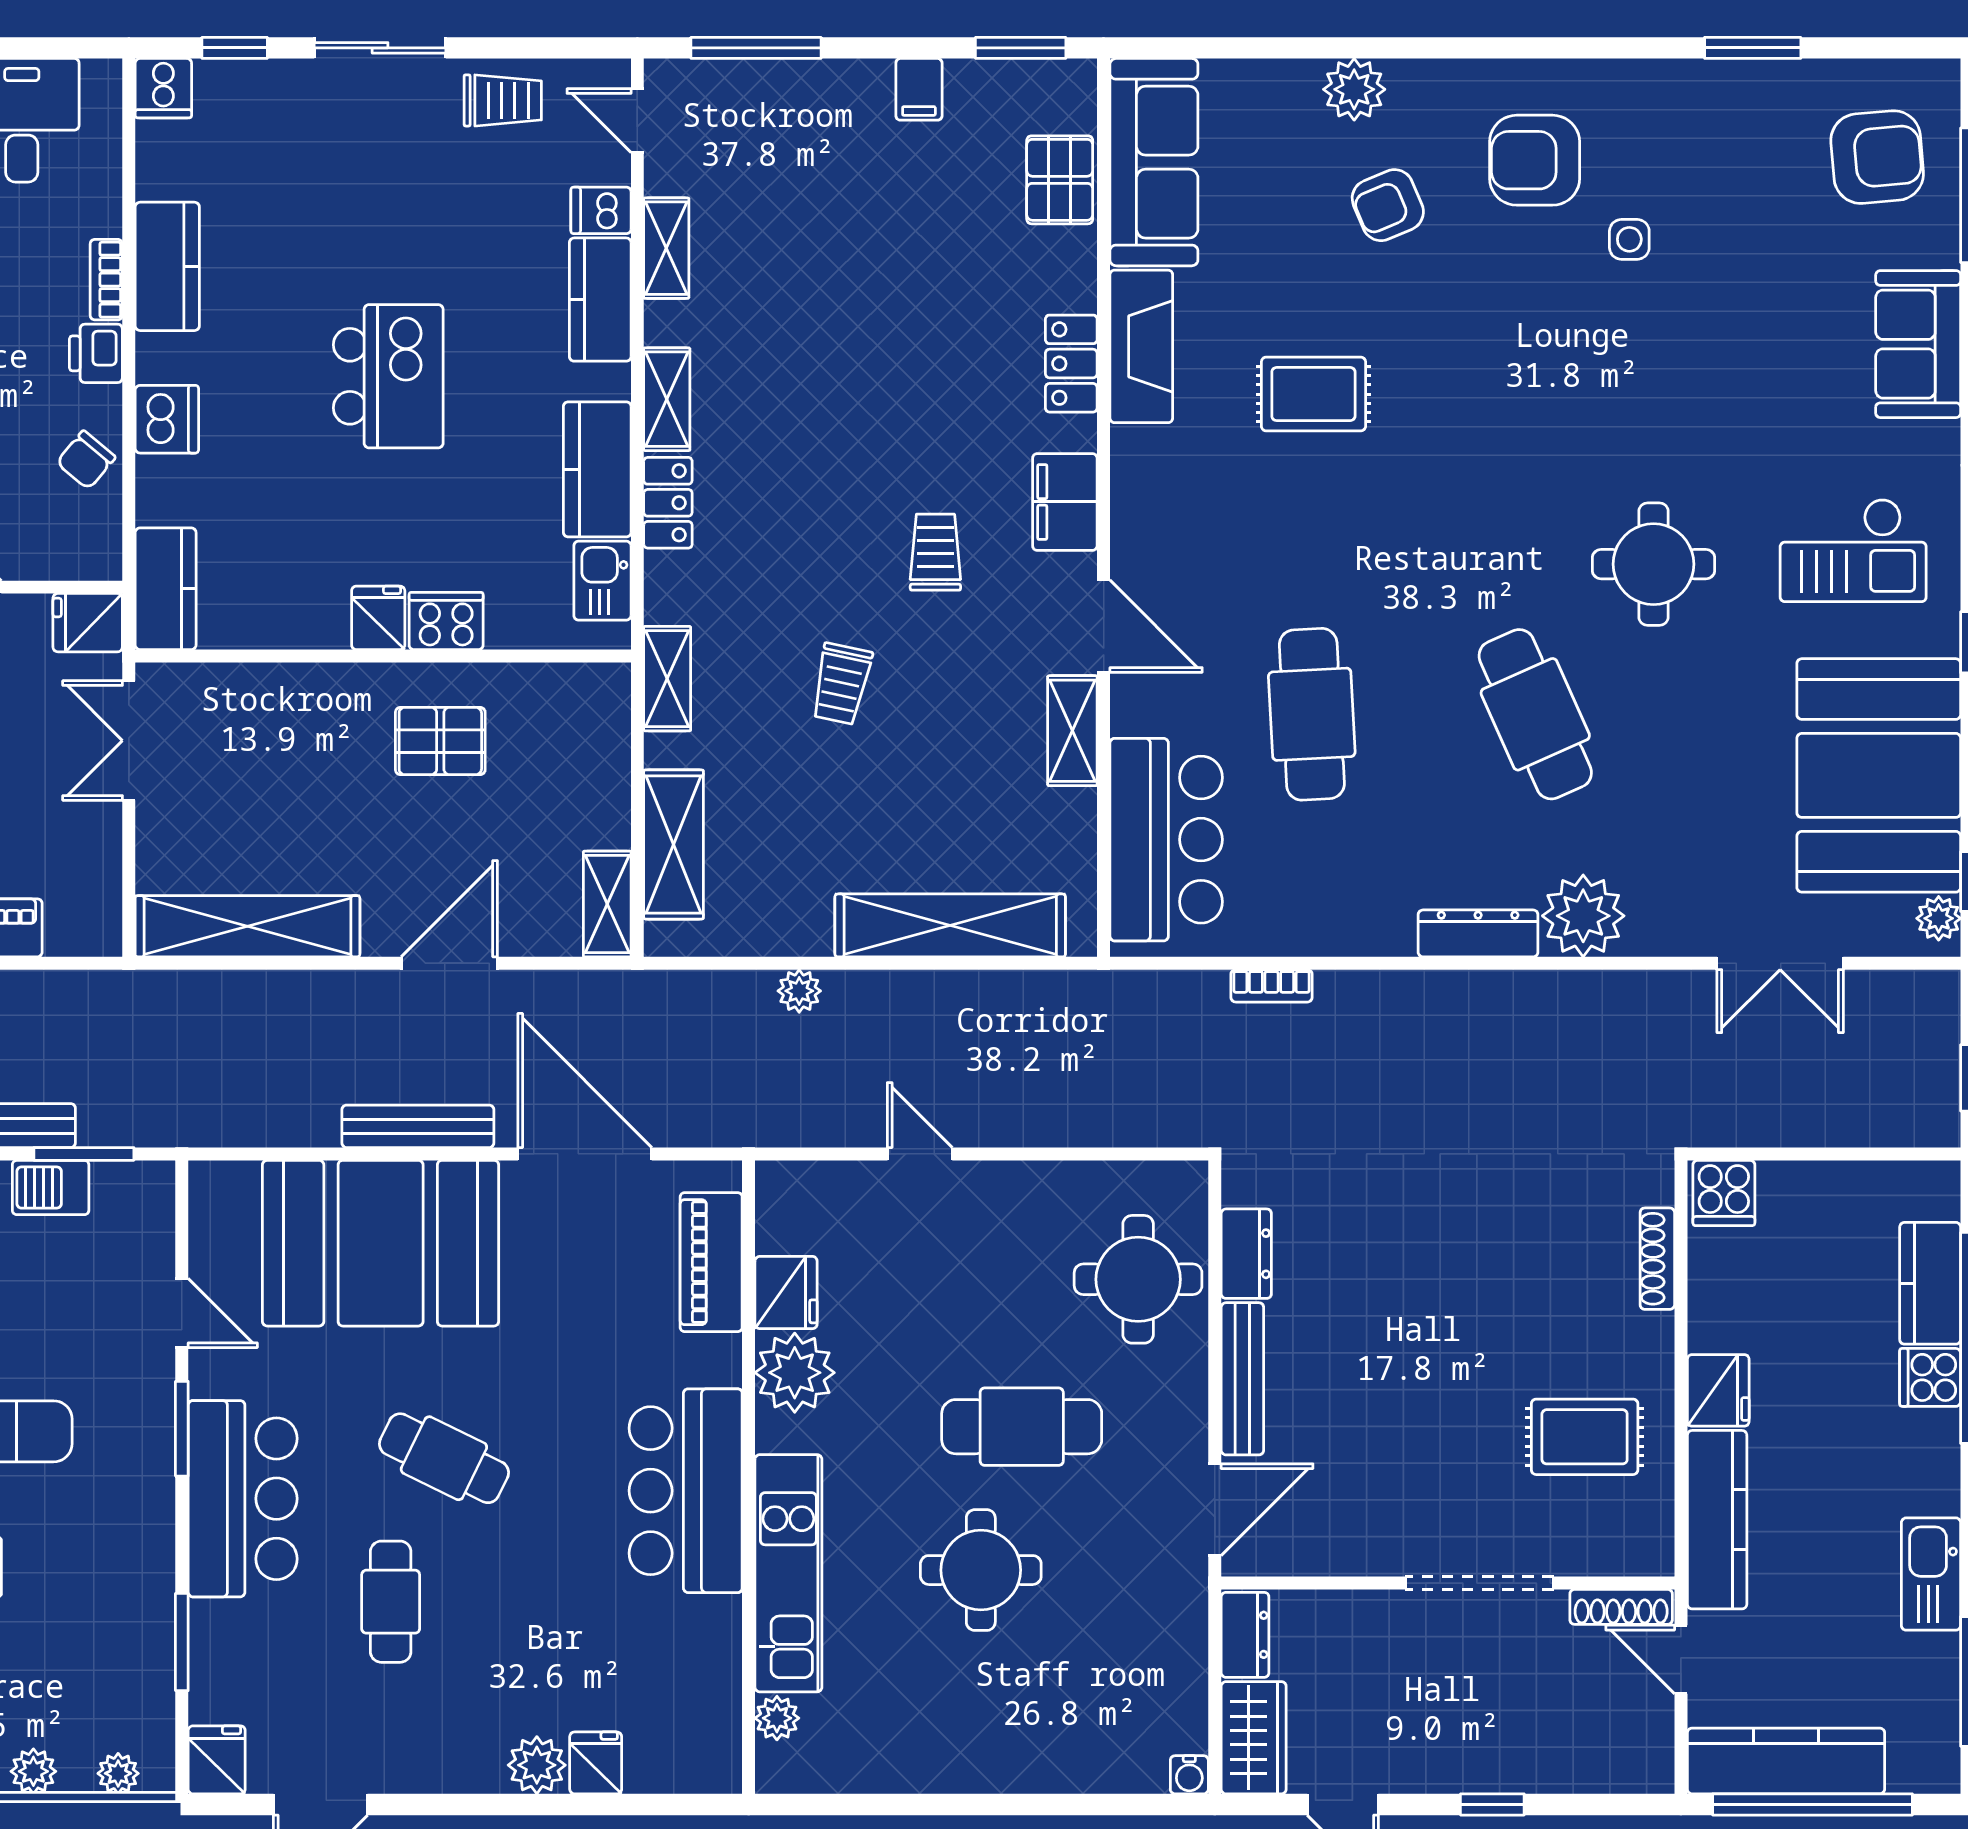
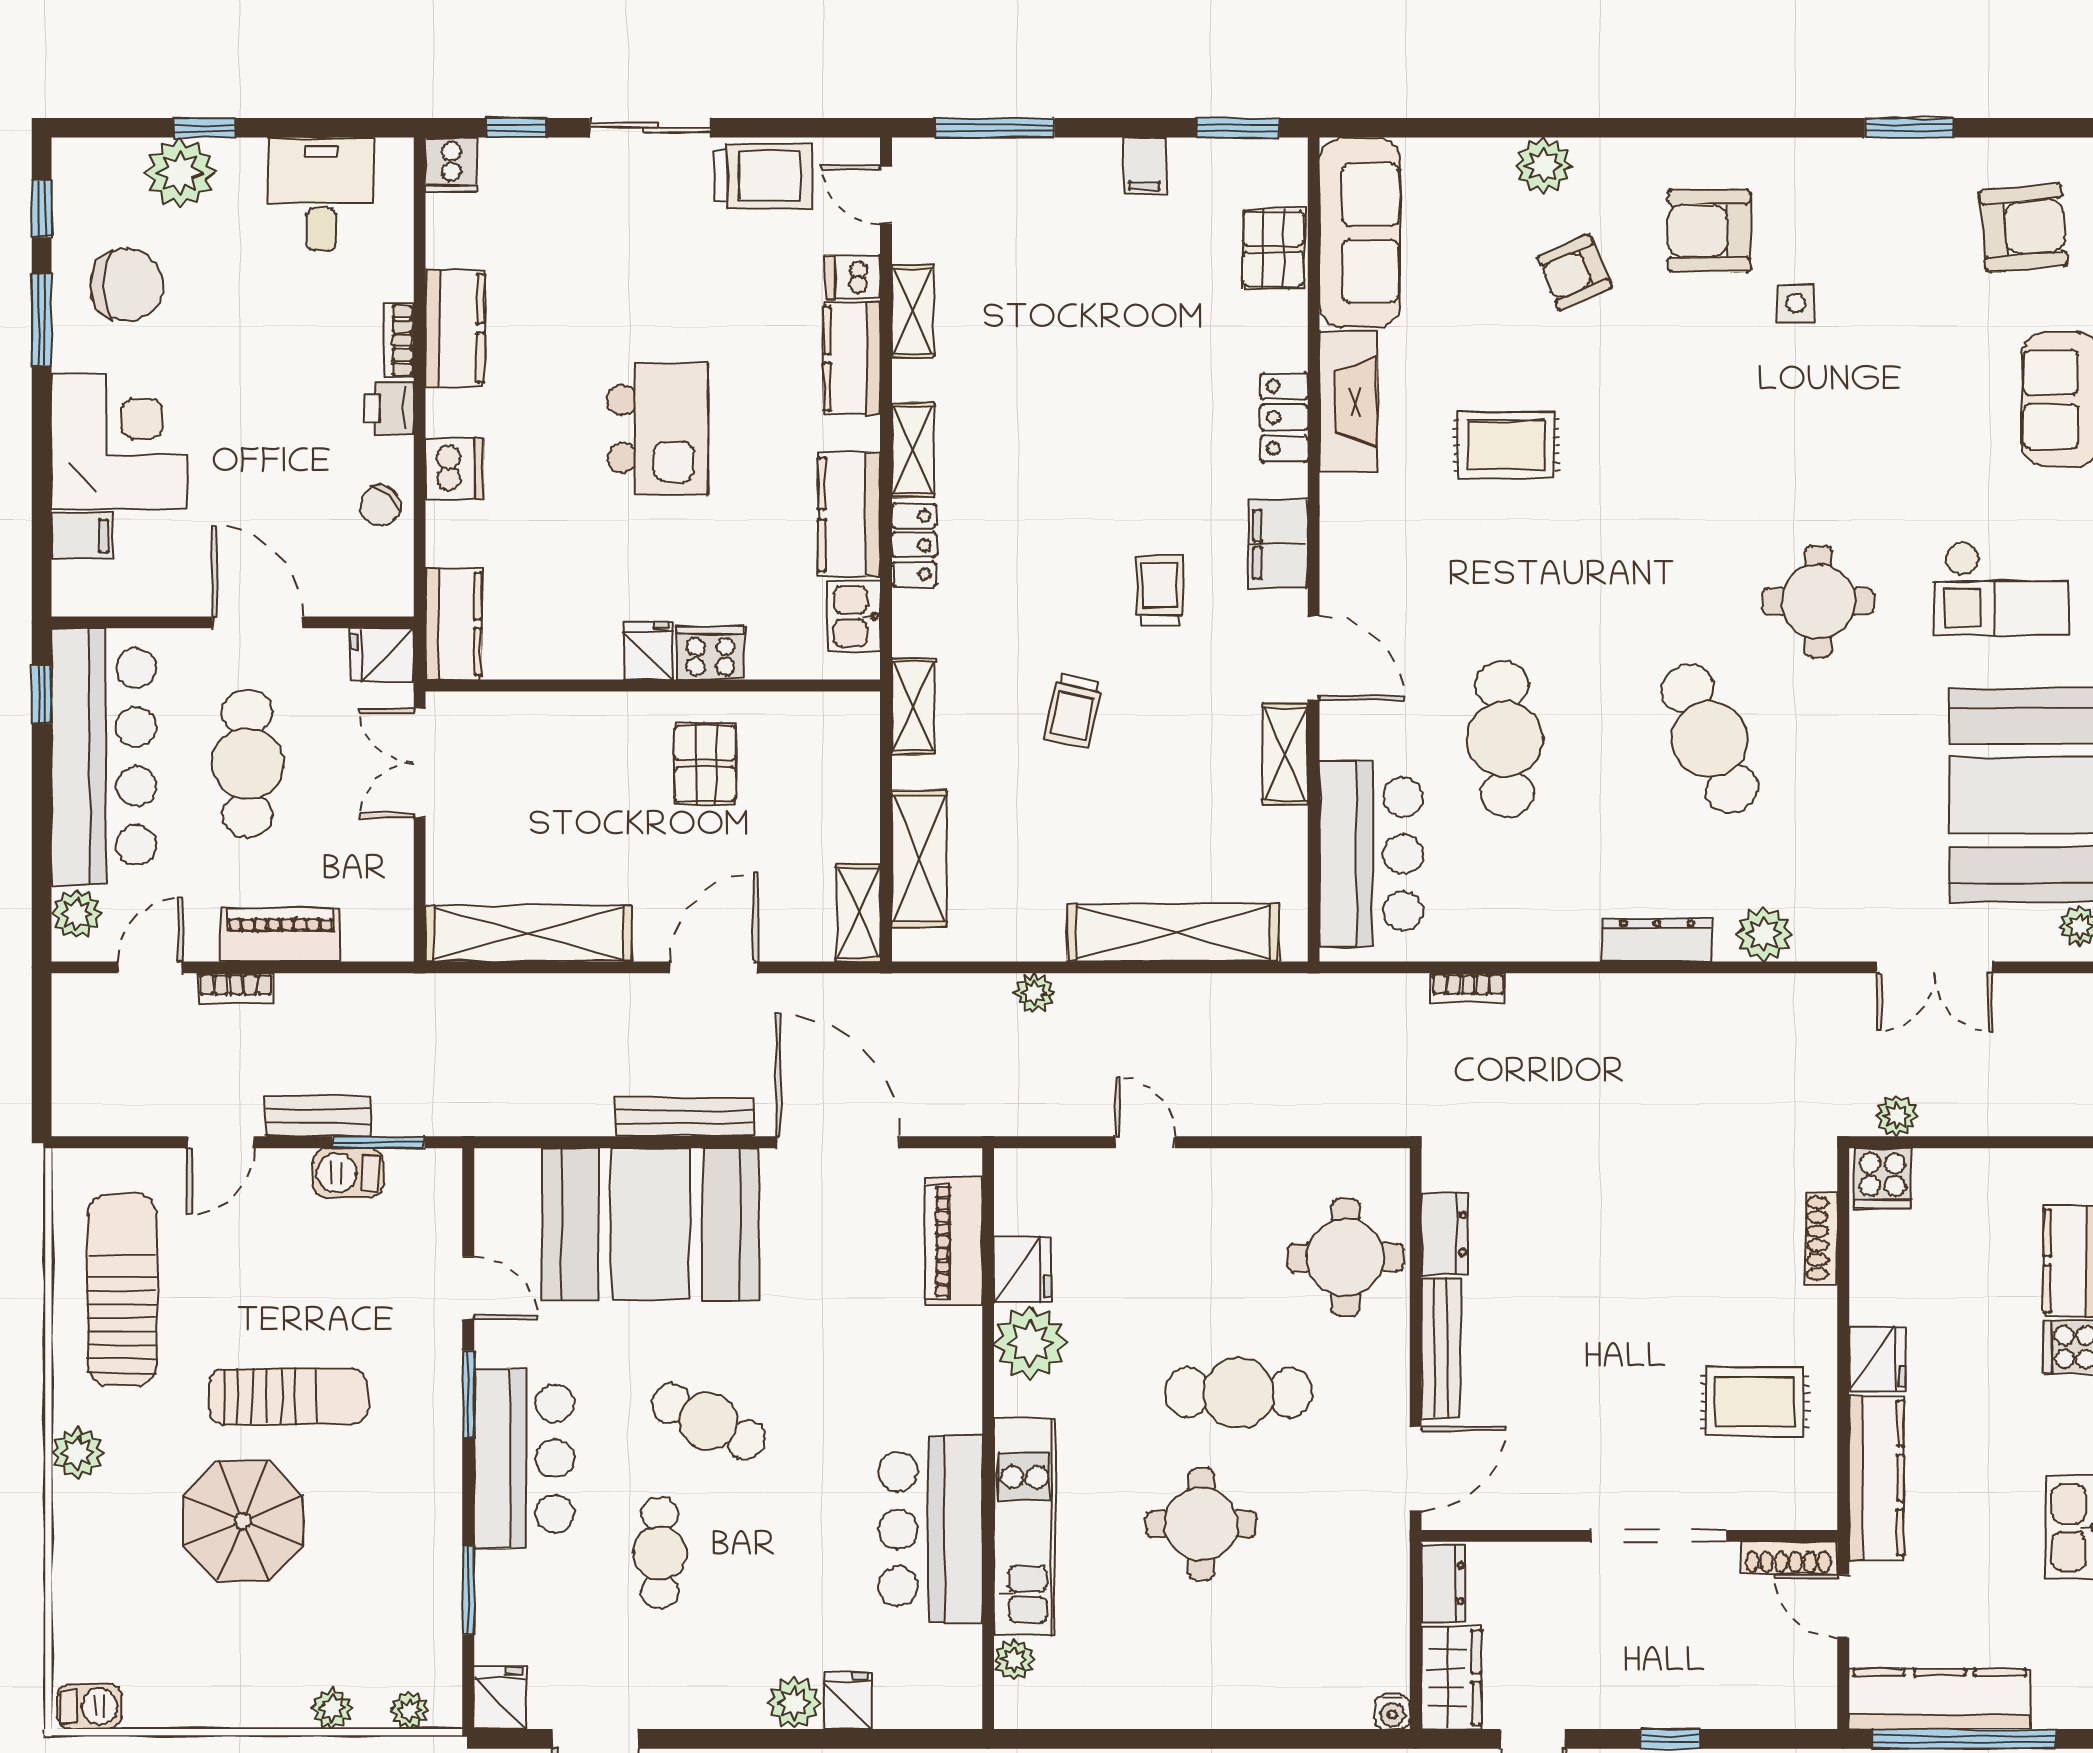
trolley: (503, 100) -> (763, 176), width x1.36, depth x1.39
pallet: (440, 741) -> (705, 764), turned 90
plant: (1583, 916) -> (1764, 934), width x0.73, depth x0.73
plant: (1739, 1125) -> (1897, 1116), added
bar counter: (686, 1491) -> (930, 1529), moved

